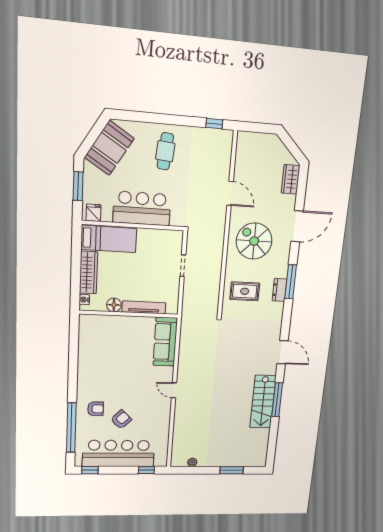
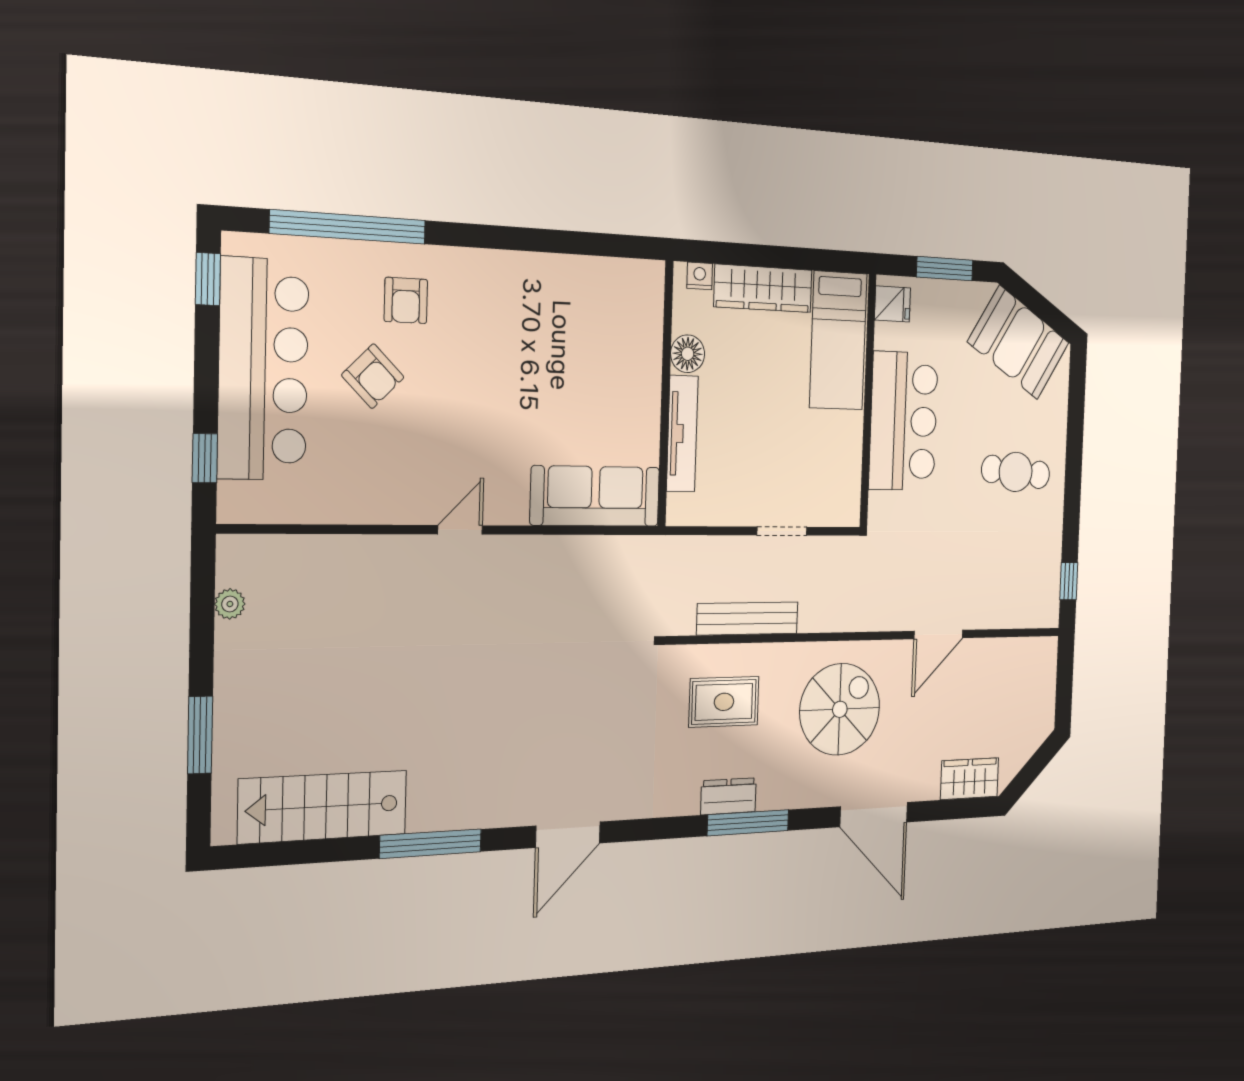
bench: (215, 281) -> (748, 619), added
rug: (245, 291) -> (724, 702), turned 90
stairs: (263, 402) -> (323, 807), moved

